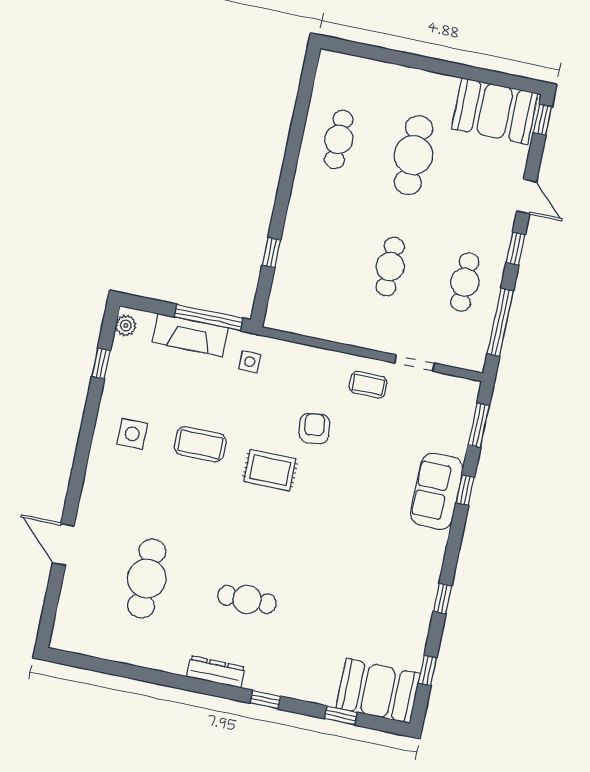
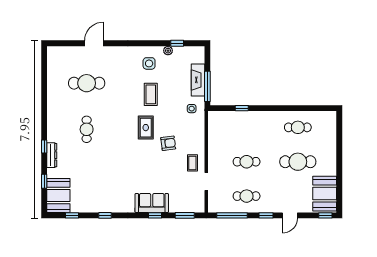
plant: (126, 326) -> (168, 51), moved
dresser: (216, 672) -> (52, 155), moved

